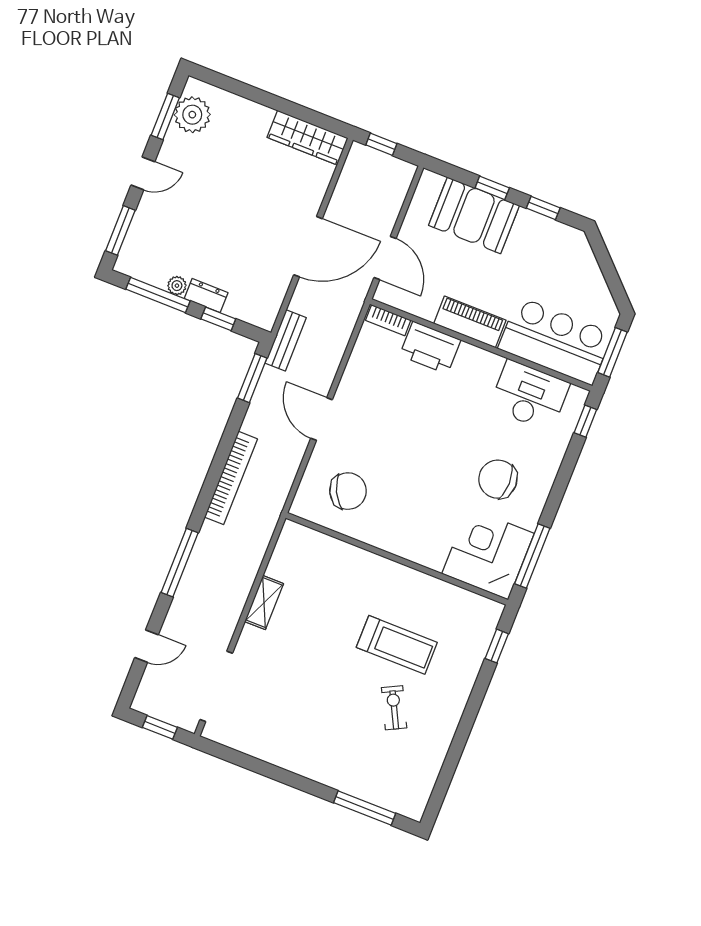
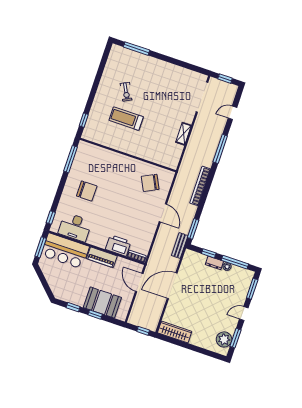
corner desk: (488, 553) -> (89, 159), removed

